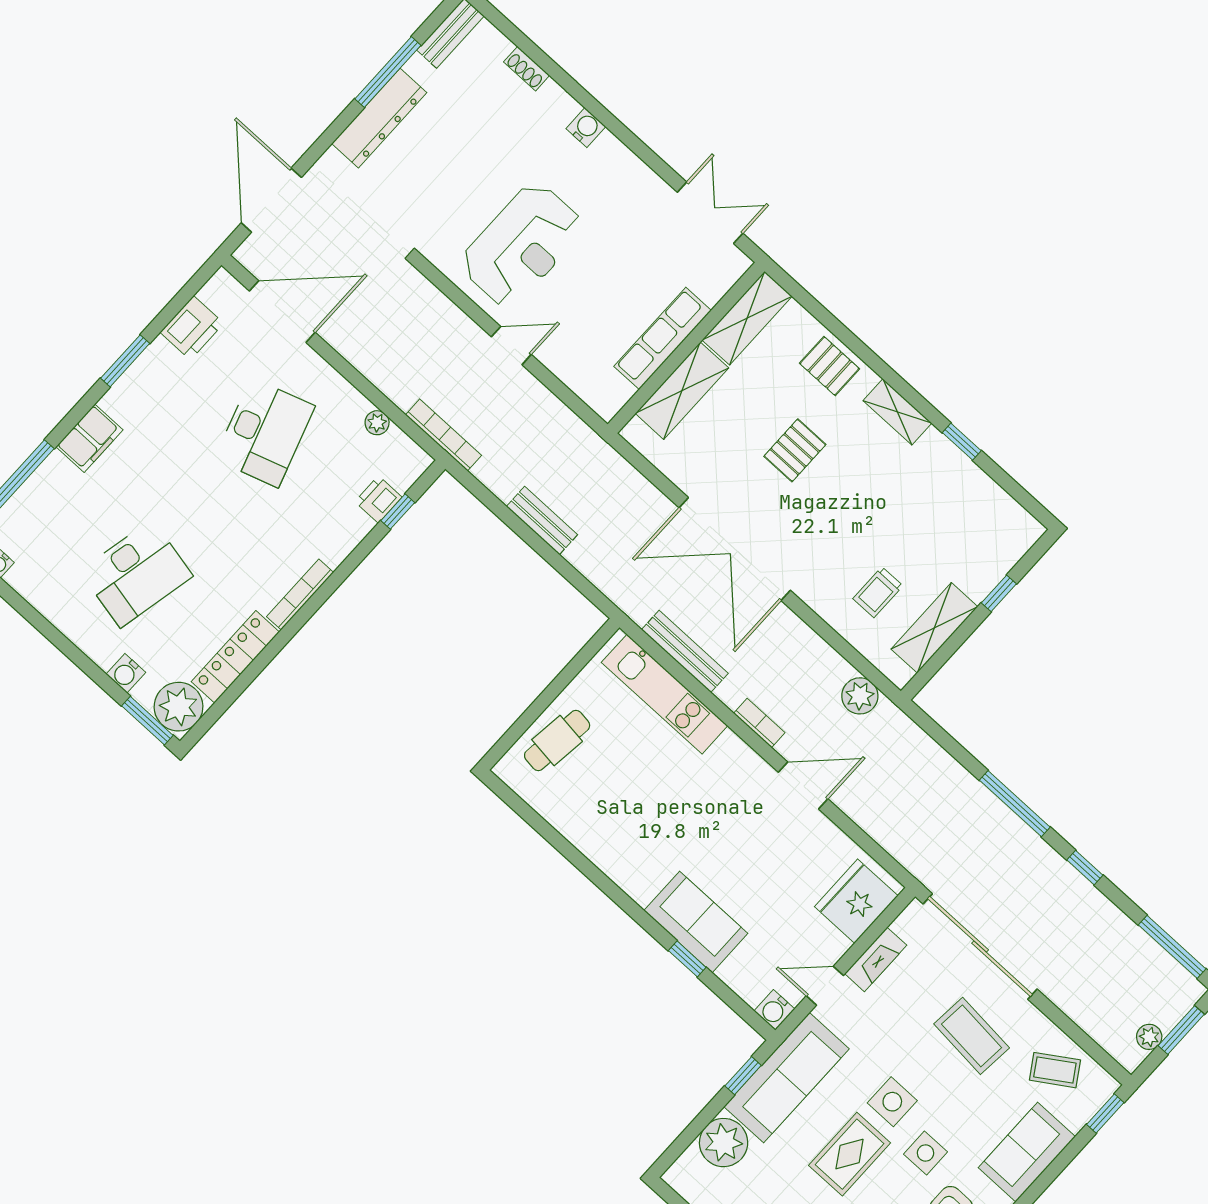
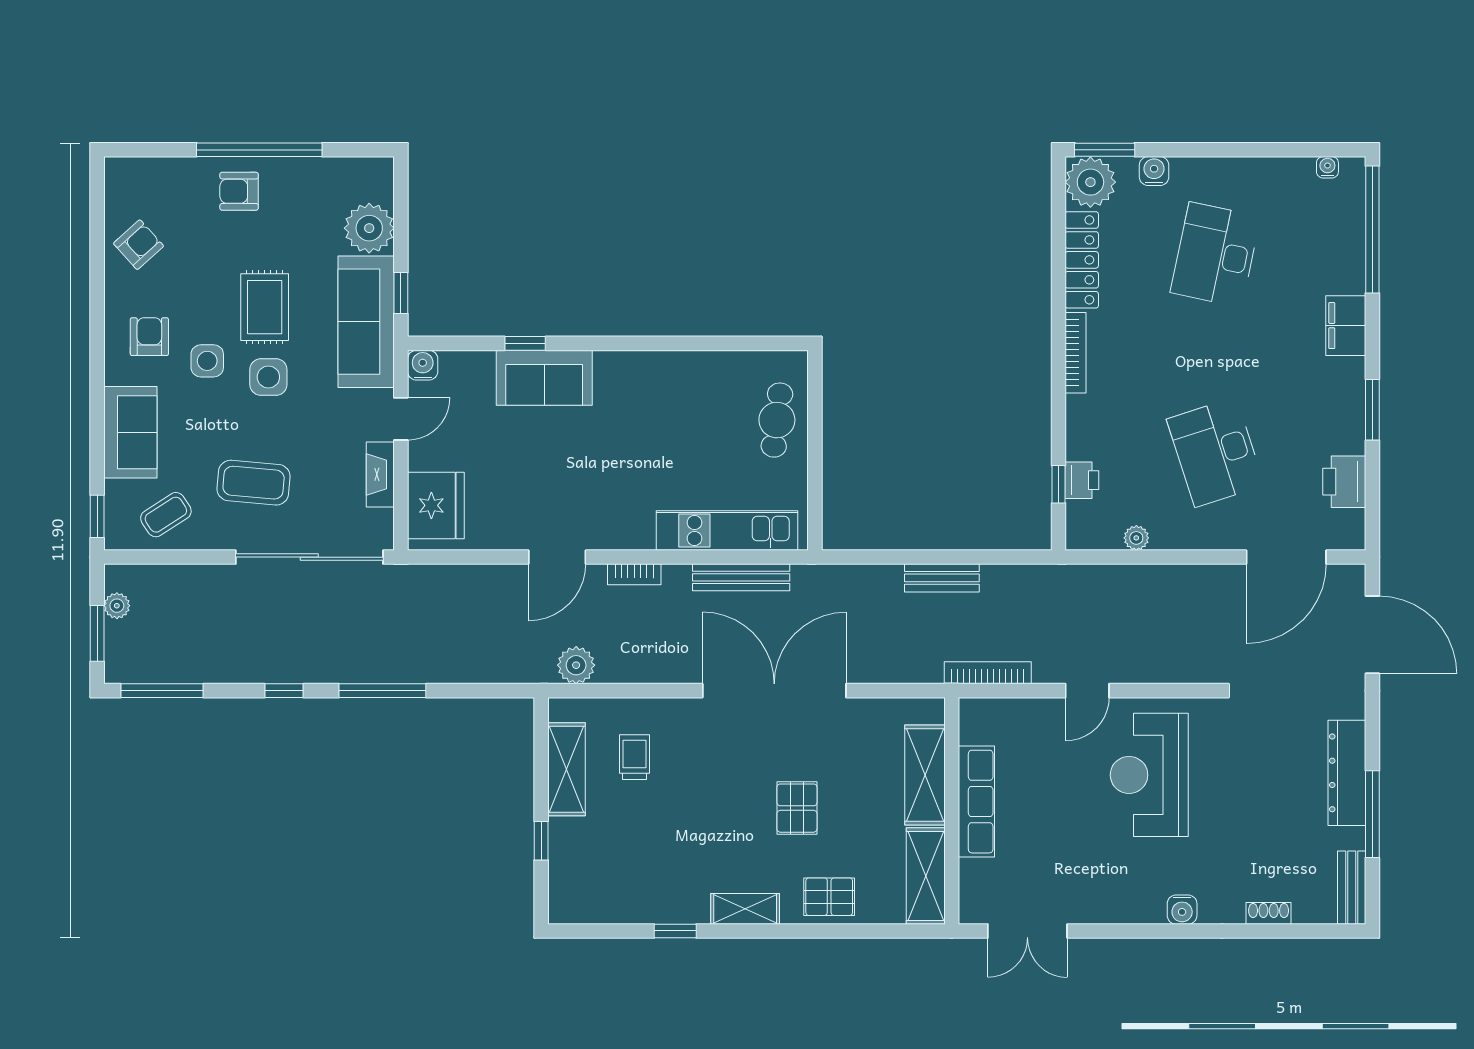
bookcase: (444, 435) -> (988, 673), moved, turned 180

